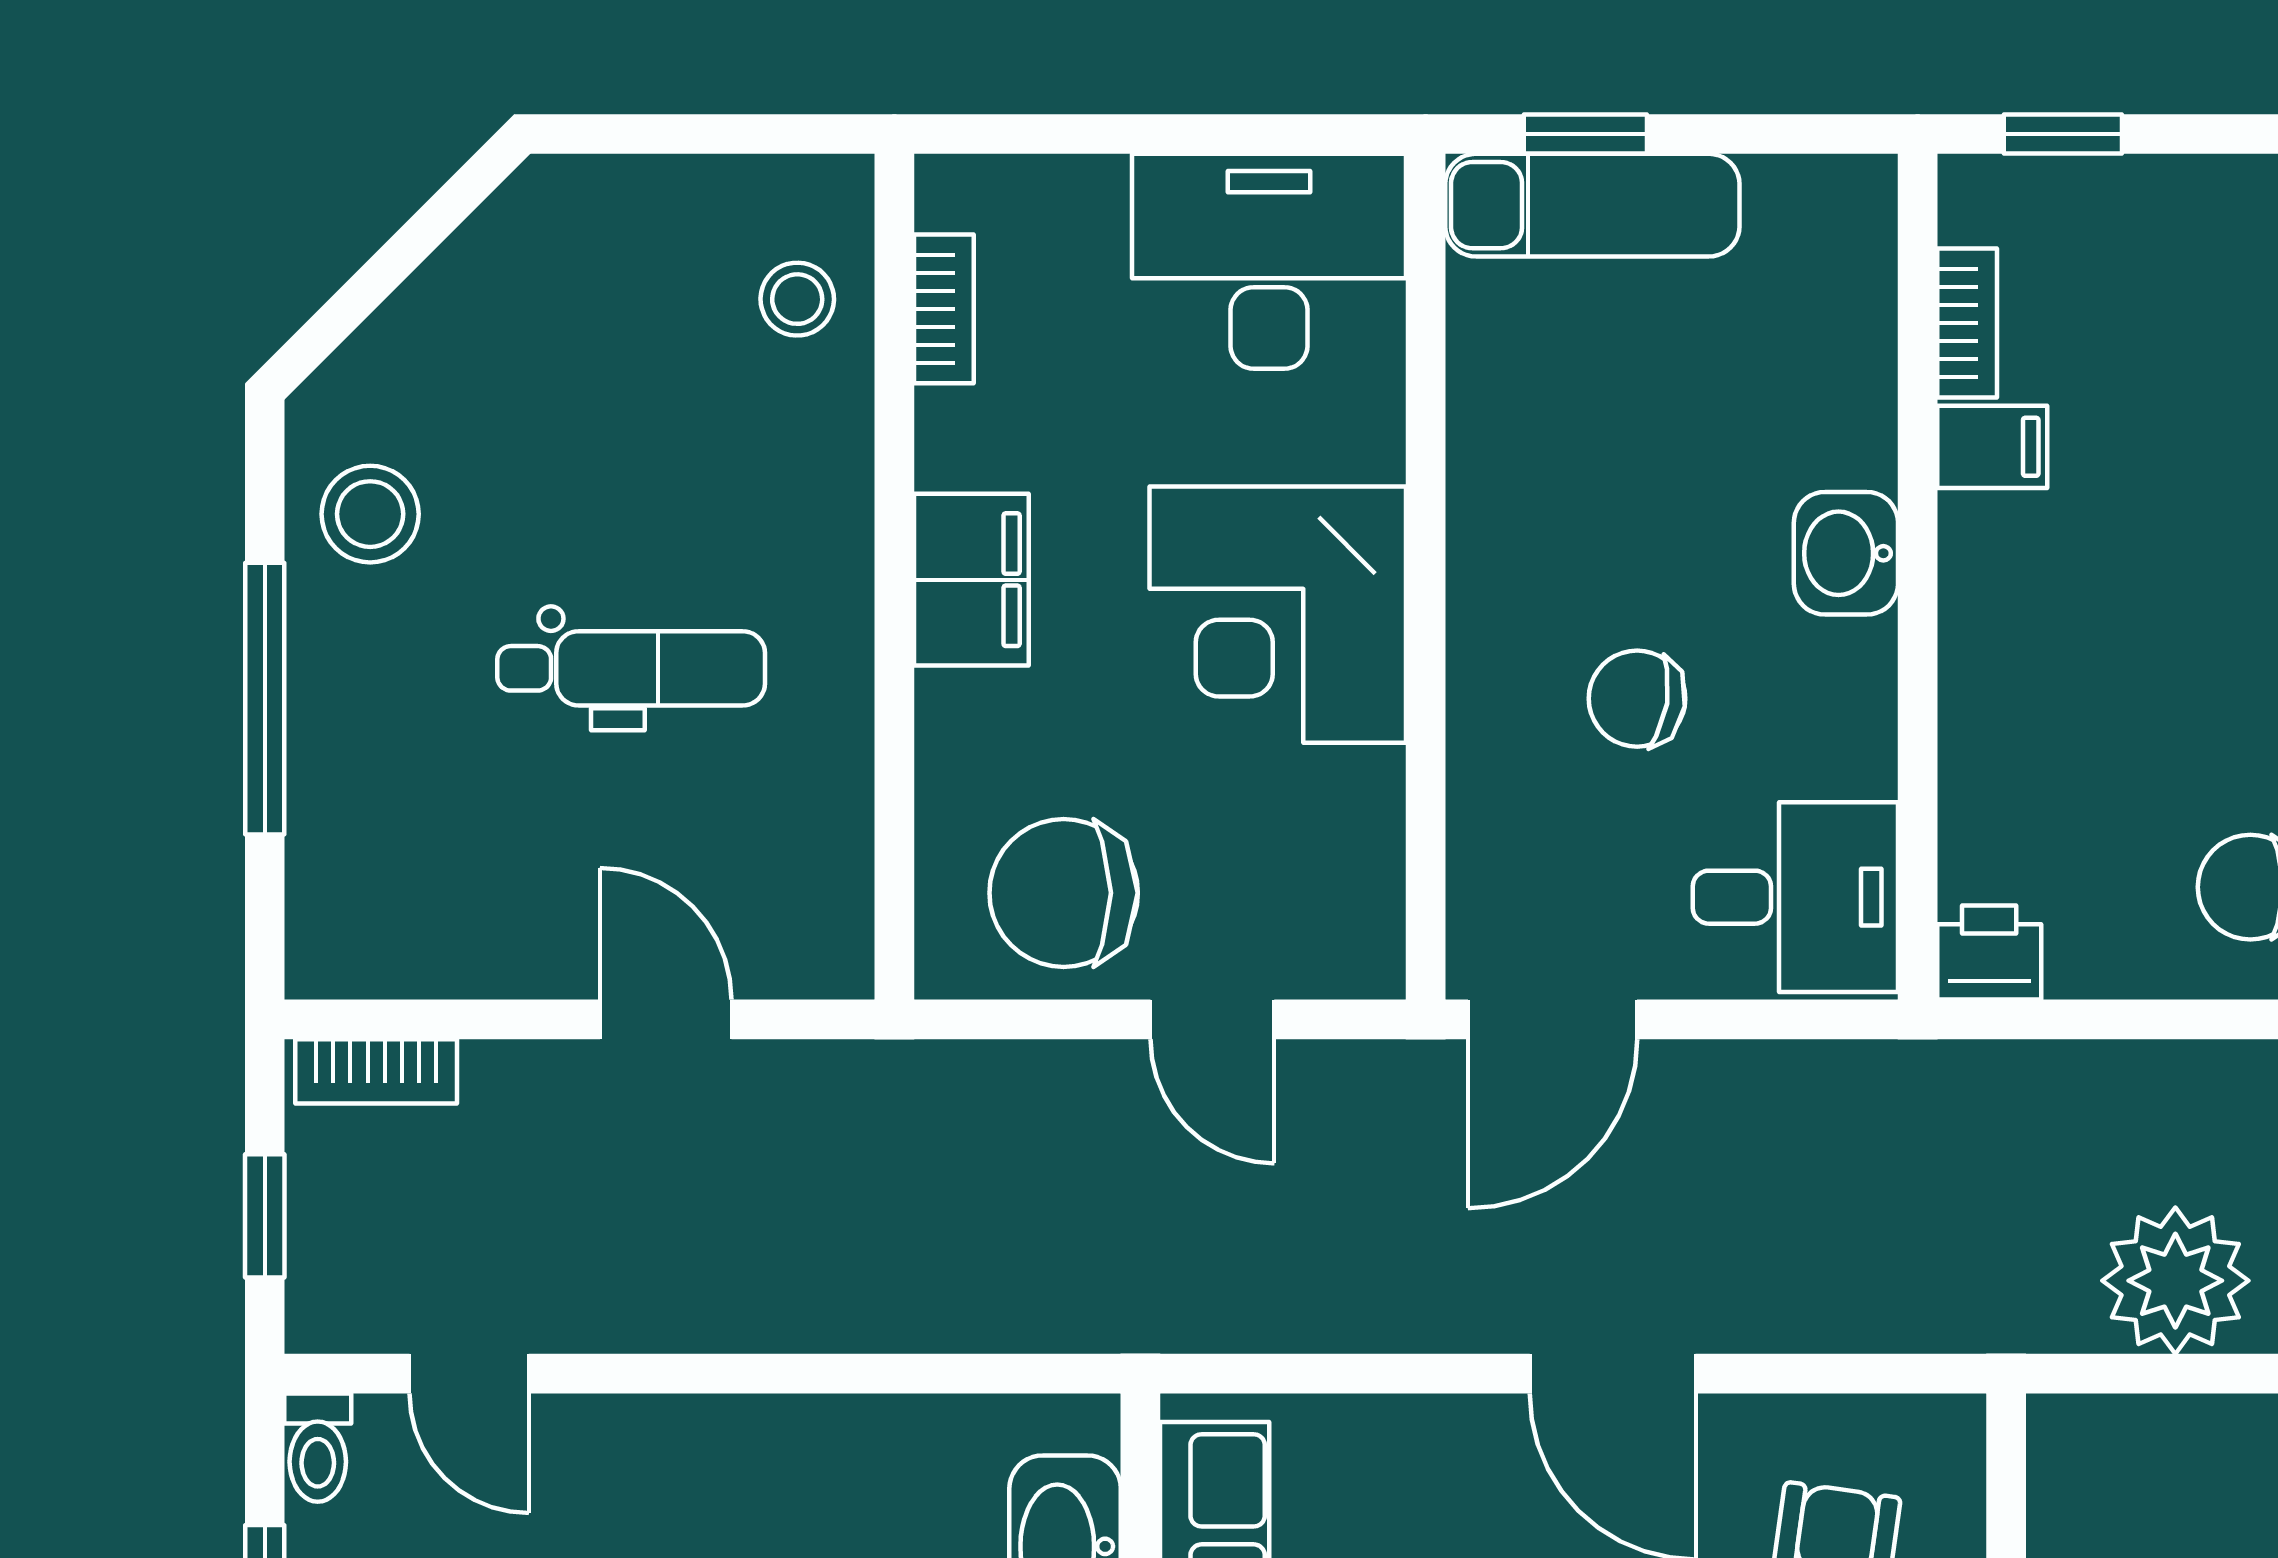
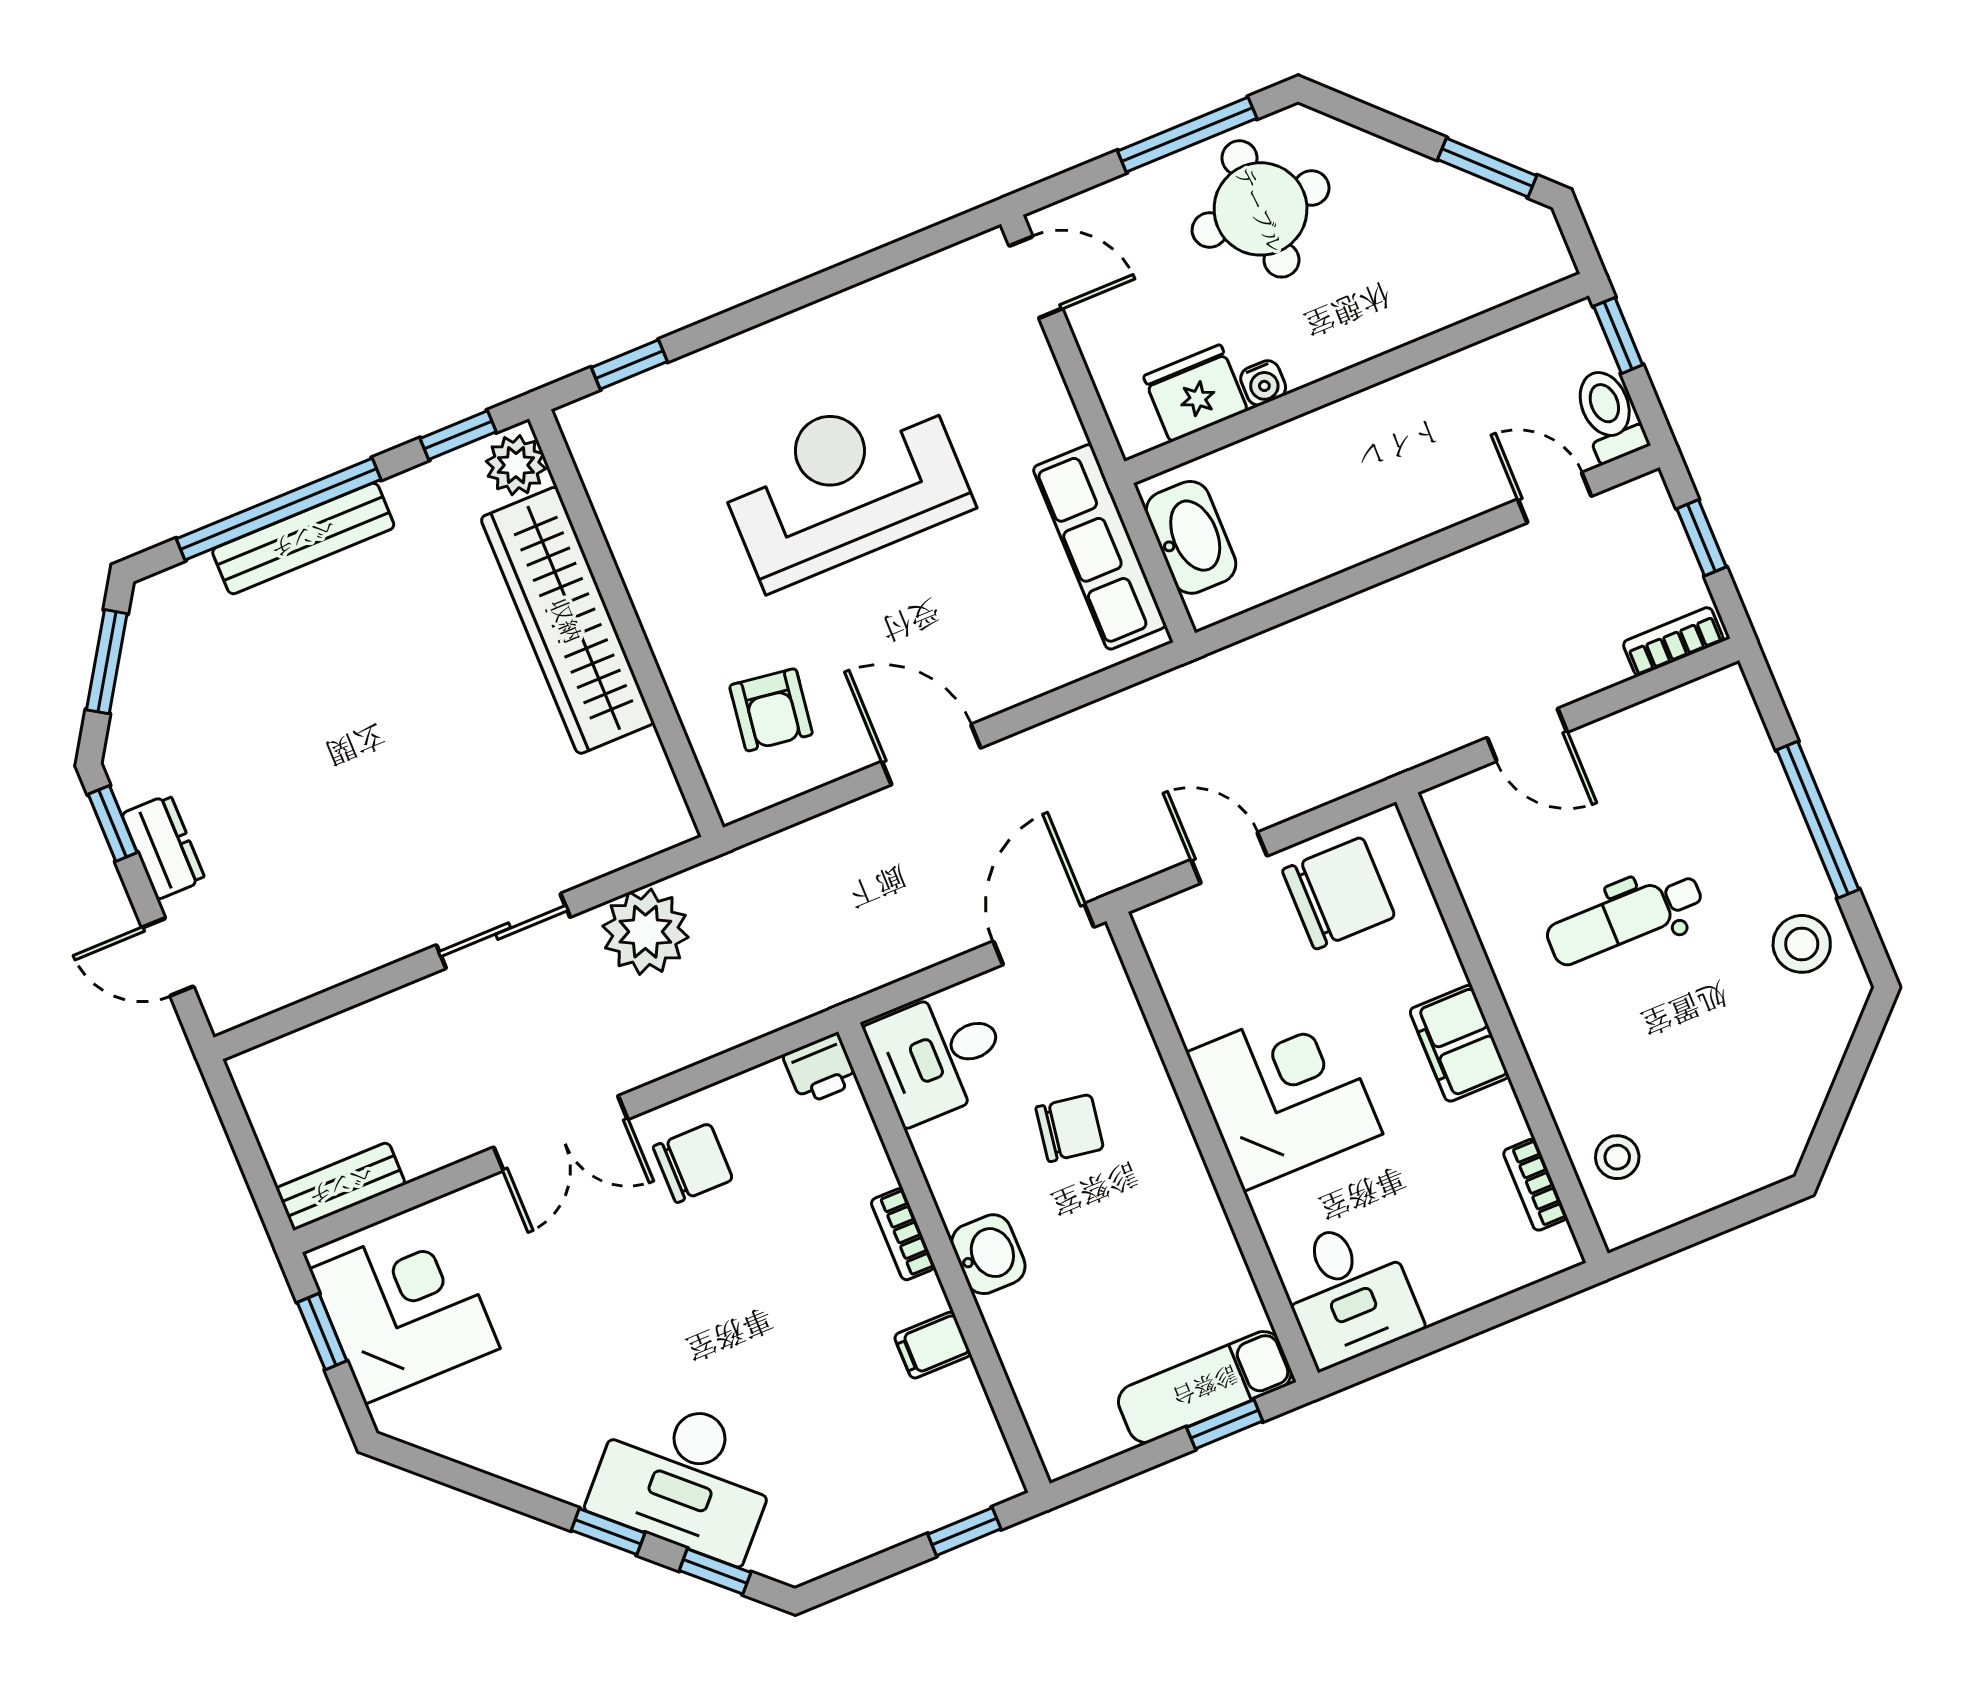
desk: (1269, 261) -> (1348, 1292), width x0.73
bookcase: (1967, 323) -> (903, 1234), moved
toilet: (318, 1448) -> (1609, 415), width x1.37, depth x1.39

